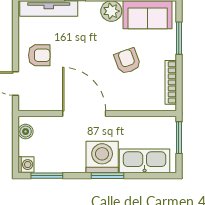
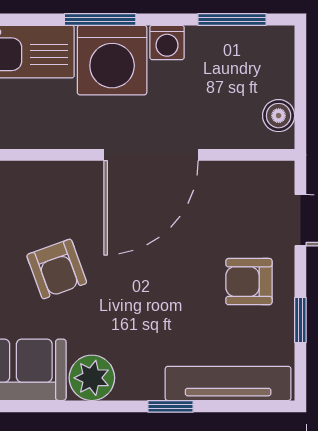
window: (16, 38) -> (300, 320), added
door: (84, 113) -> (151, 155), hinge flipped
washing machine: (26, 165) -> (167, 42), moved, turned -90

